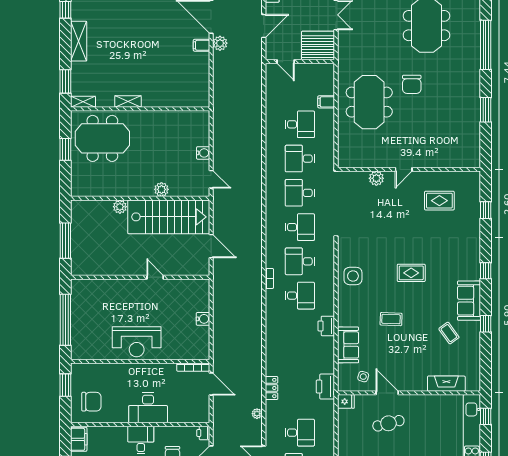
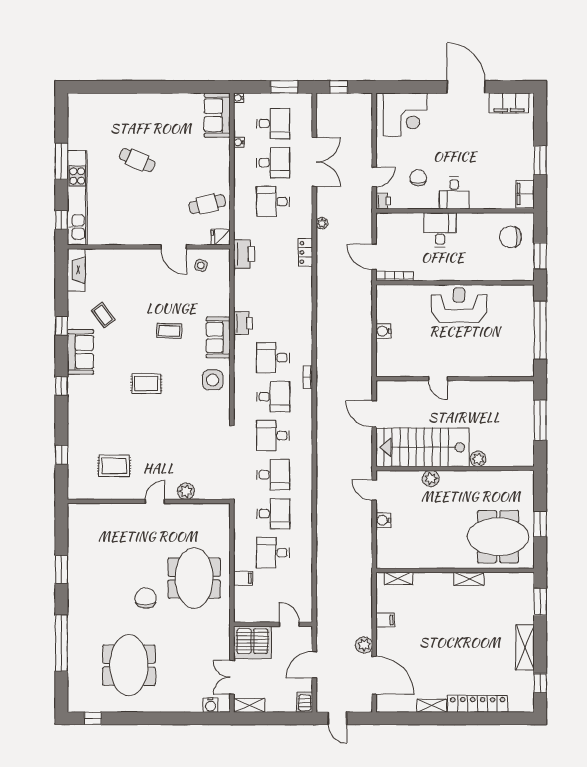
filing cabinet: (201, 45) -> (385, 620), moved
shelving: (83, 102) -> (398, 578), moved
sofa: (348, 345) -> (218, 337), moved
fireplace: (446, 384) -> (76, 270), moved, turned -90
desk: (148, 408) -> (440, 230), width x0.73
cafe table: (388, 423) -> (207, 204), moved

